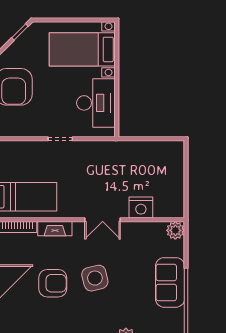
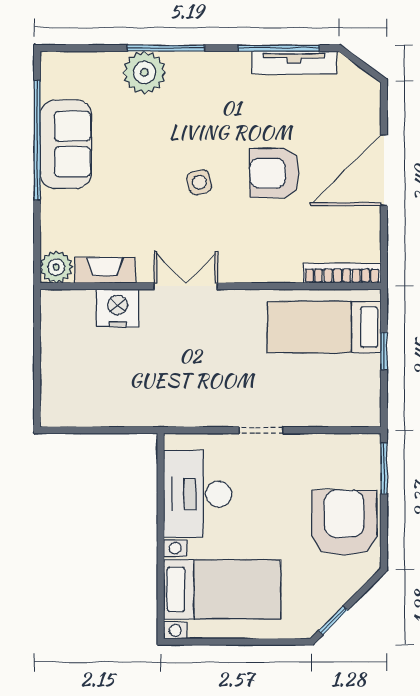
fireplace: (55, 229) -> (105, 270), moved
side table: (95, 278) -> (199, 182), width x0.54, depth x0.54
sofa: (170, 282) -> (66, 144), moved

